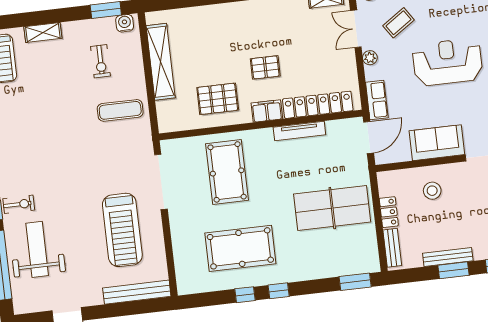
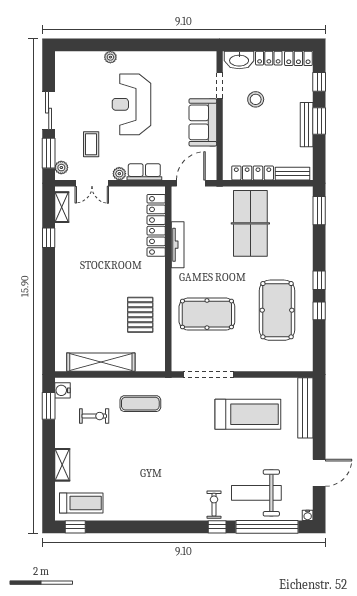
coffee table: (399, 23) -> (91, 144), turned 34
pallet: (265, 67) -> (117, 269), removed
row of seats: (377, 100) -> (144, 172), moved
exercise mat: (120, 110) -> (140, 404), turned 90
filing cabinet: (267, 111) -> (156, 272), removed
door: (369, 137) -> (191, 183), hinge flipped
stool: (432, 191) -> (256, 99), moved
locker: (389, 212) -> (253, 173), width x1.53
water cooler: (19, 308) -> (308, 515), added

